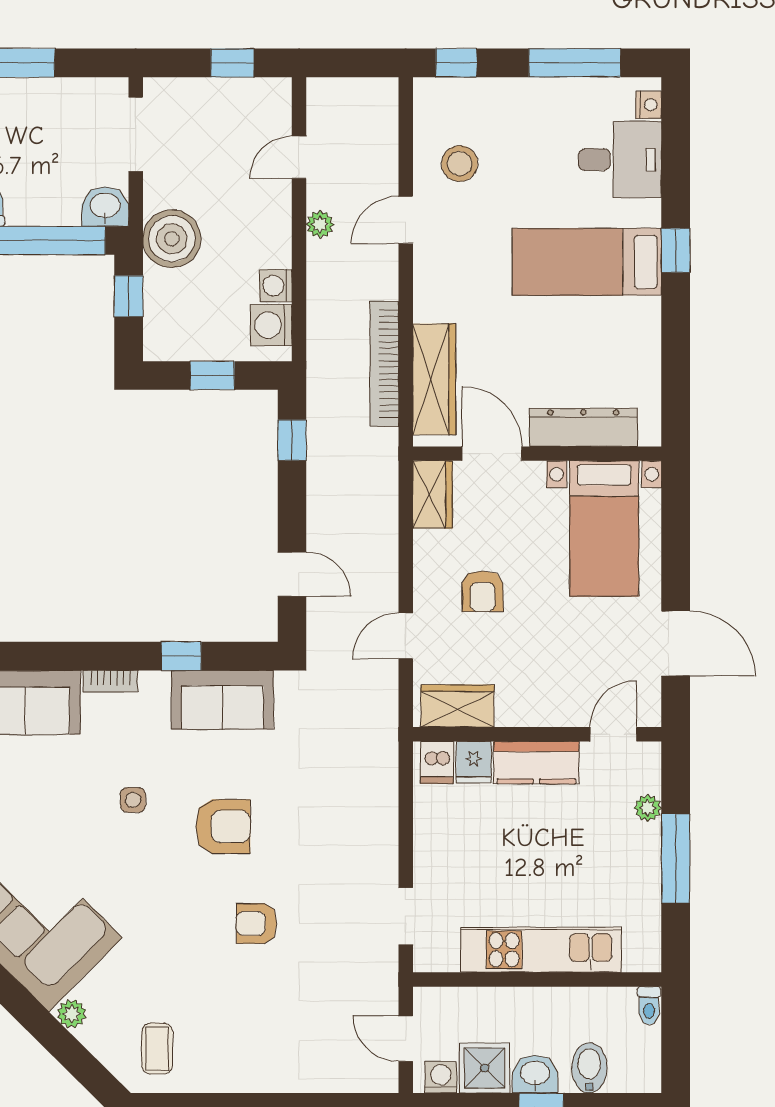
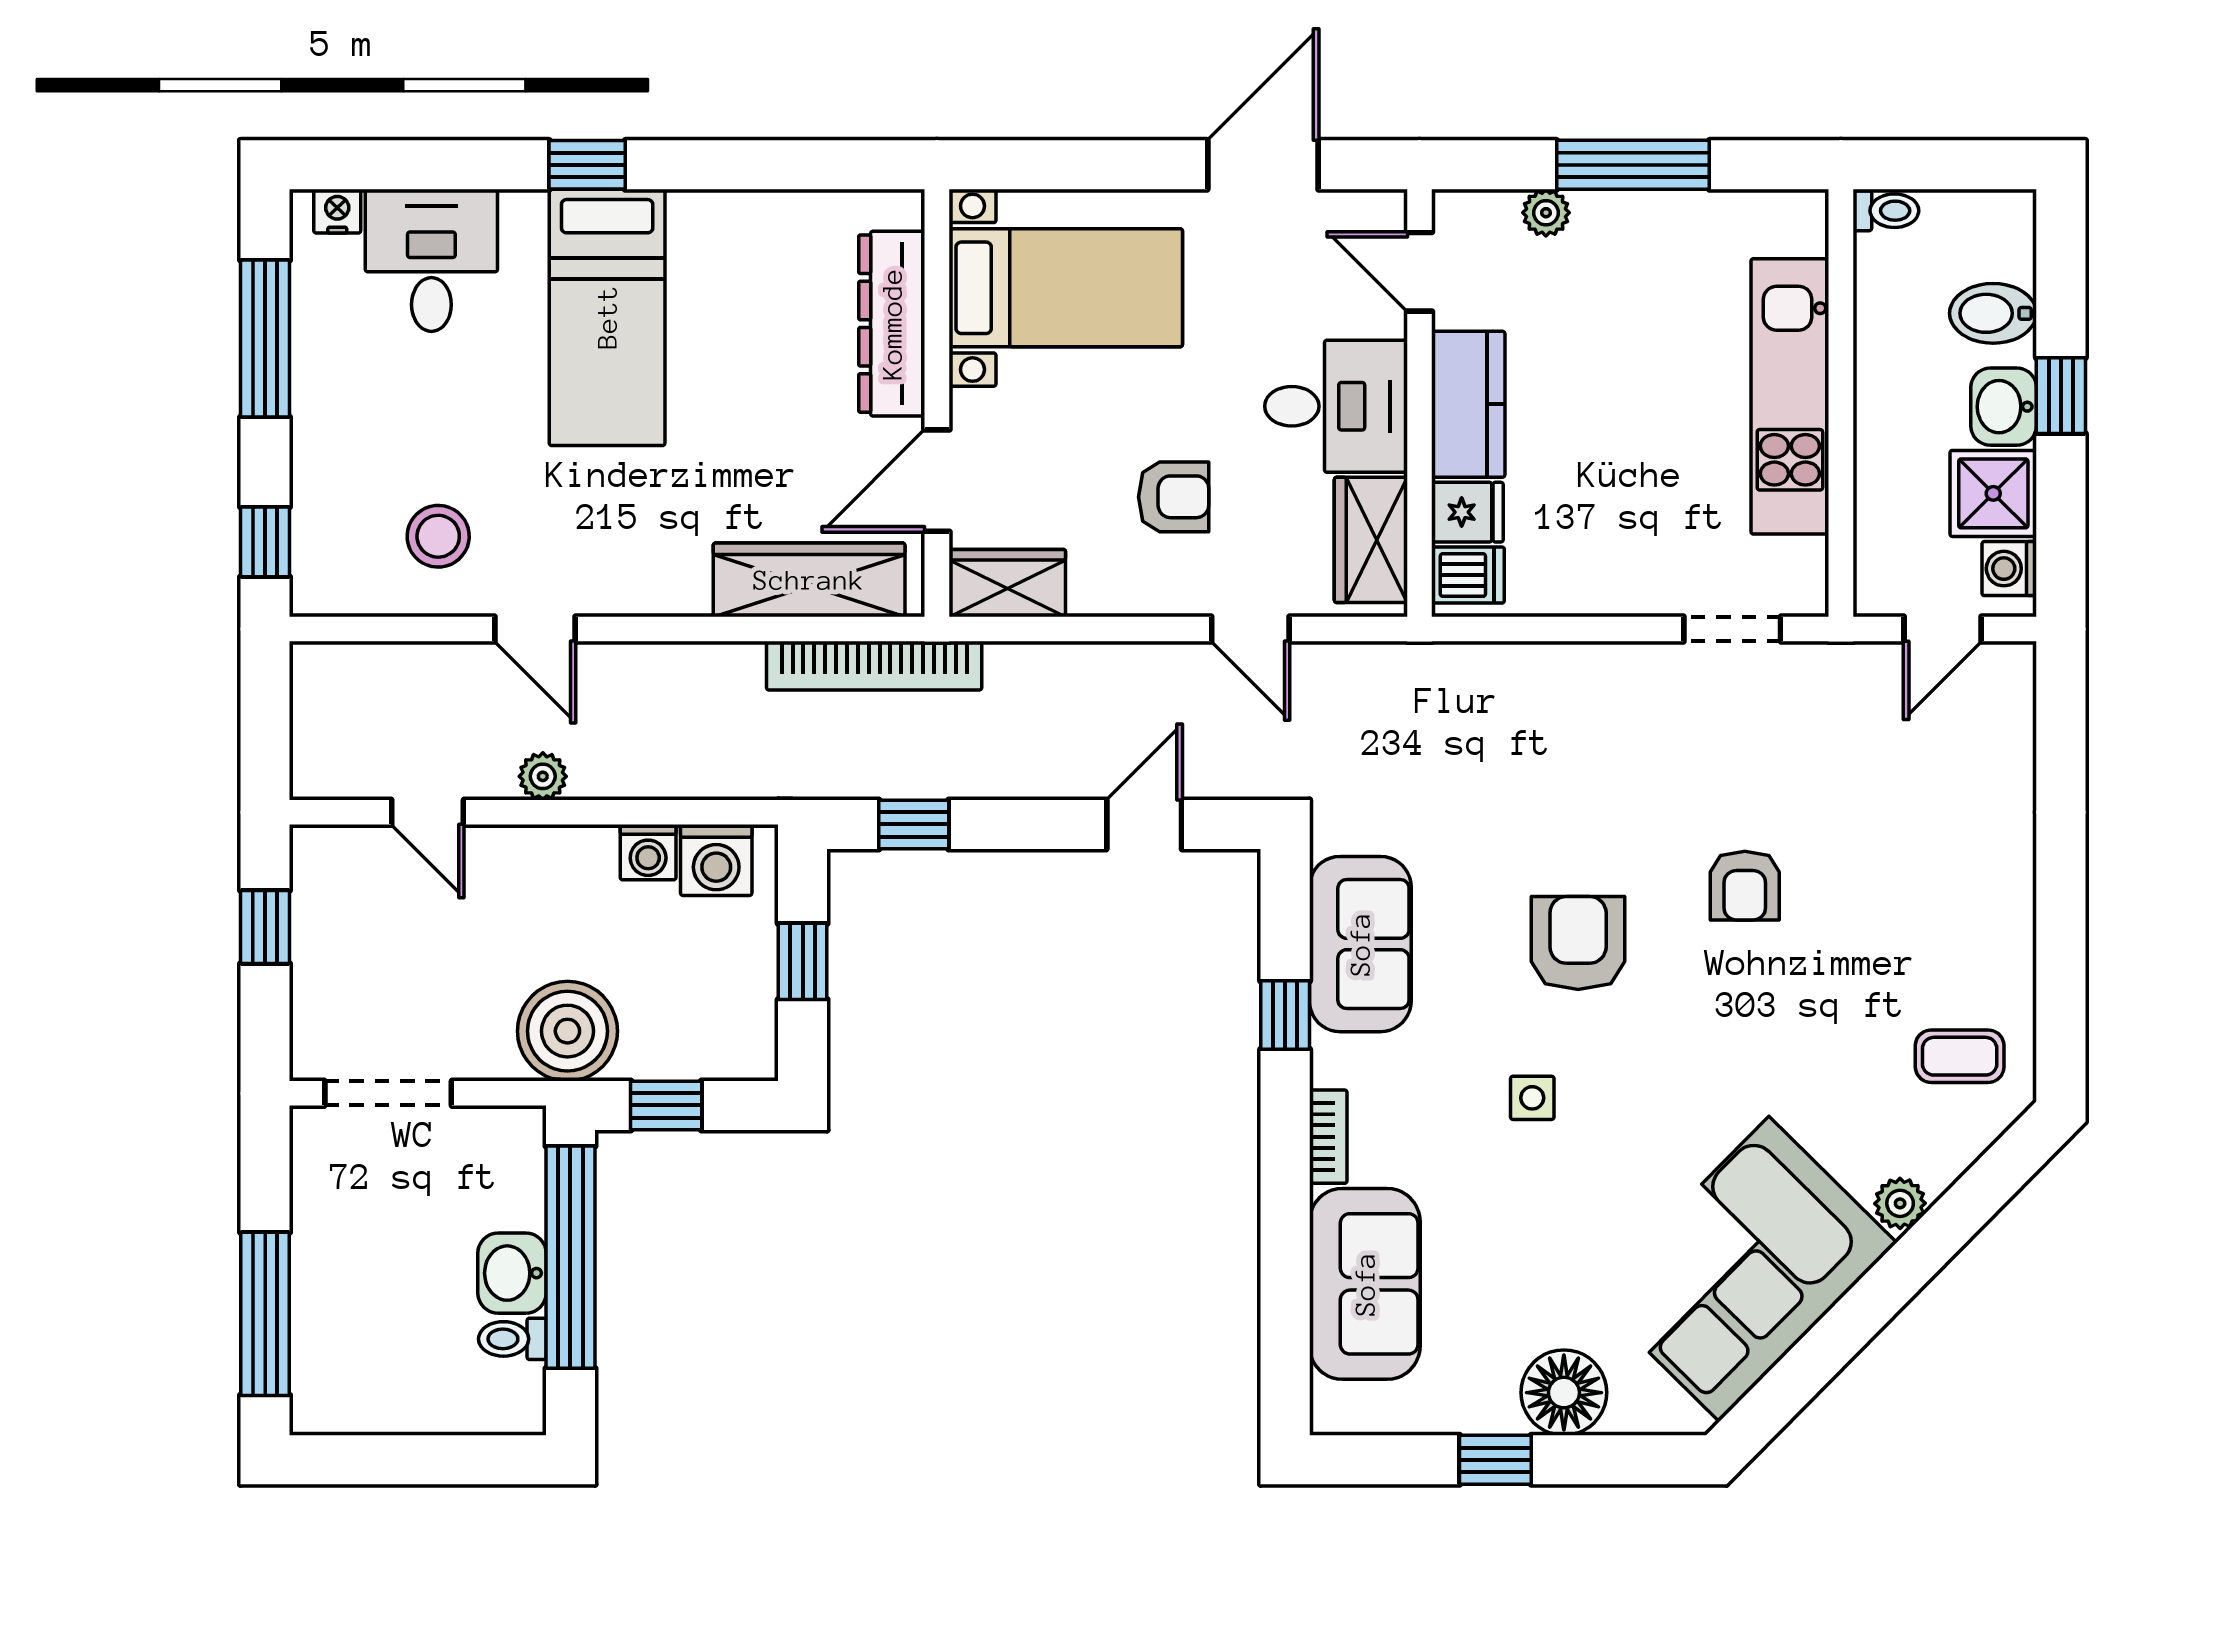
washbasin: (105, 206) -> (512, 1273), moved
bookcase: (384, 364) -> (874, 666), moved
desk: (535, 686) -> (1336, 406), added

